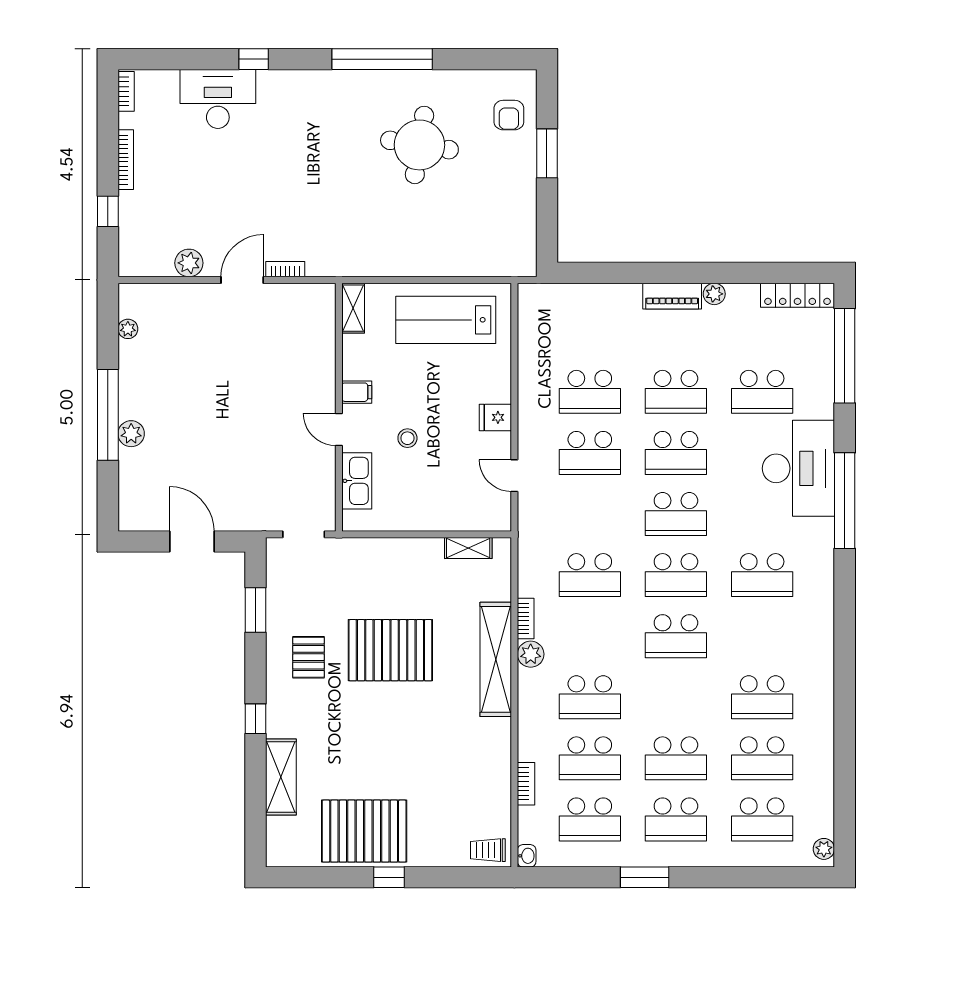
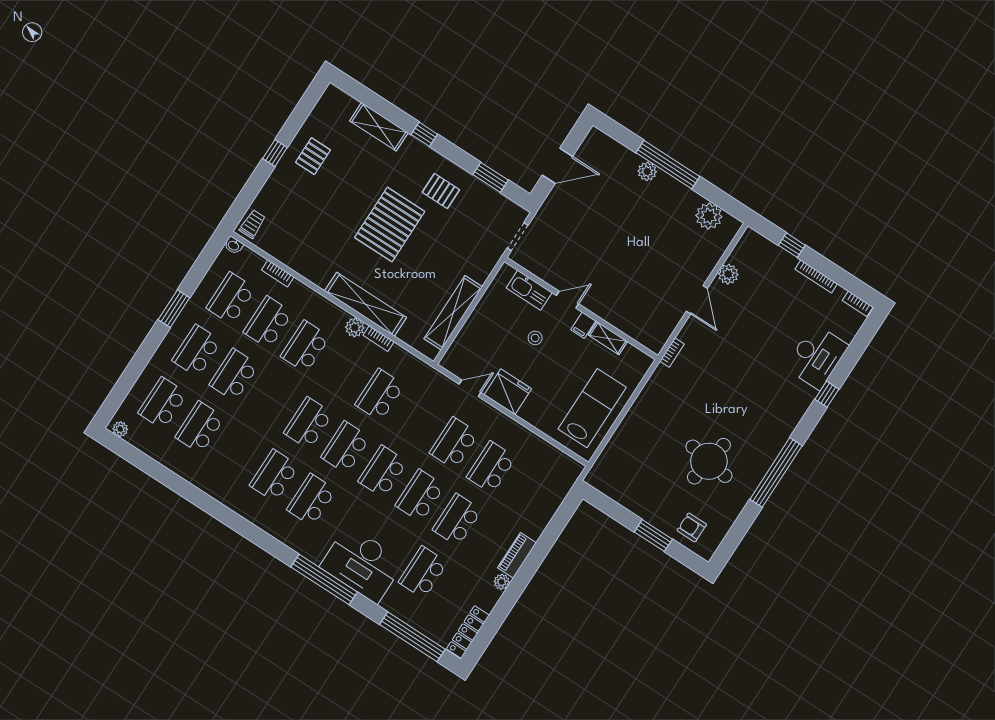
bookcase: (285, 269) -> (672, 353), moved
shelving: (353, 308) -> (608, 338), moved
plant: (128, 329) -> (709, 216), width x1.88, depth x1.88
fridge: (495, 417) -> (508, 392), width x1.88, depth x1.34
shelving: (468, 548) -> (453, 313), width x2.20, depth x1.33
pallet: (390, 650) -> (390, 224), moved
school desk: (762, 697) -> (274, 476), moved
pallet: (364, 831) -> (313, 156), width x0.49, depth x0.50

